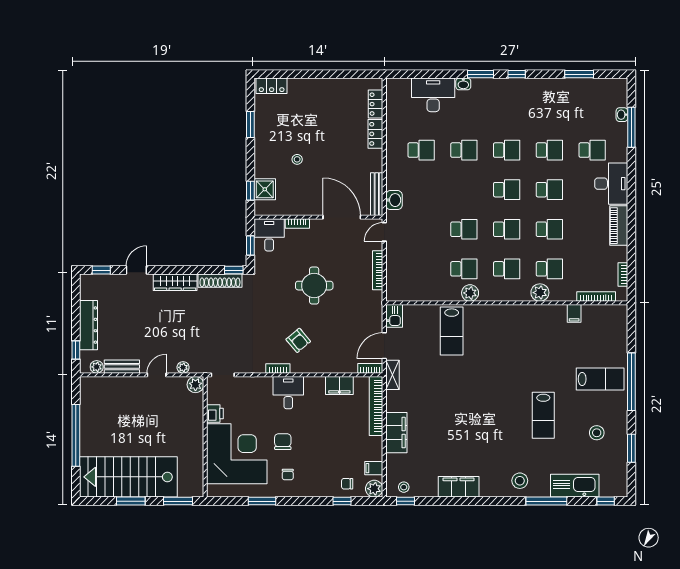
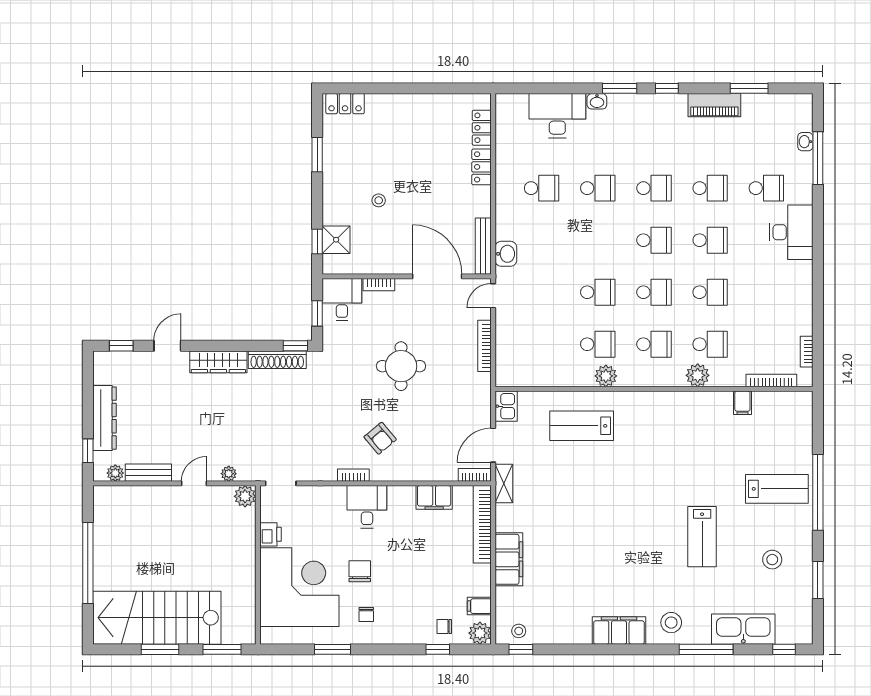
piano: (619, 226) -> (714, 105), moved, turned -90
lab bench: (452, 331) -> (582, 426), turned 90
filing cabinet: (459, 487) -> (619, 631), moved

